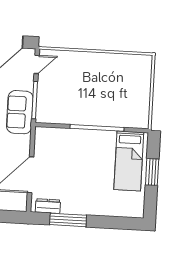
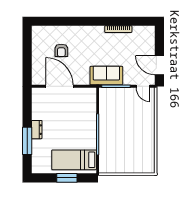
dresser: (48, 206) -> (37, 130), moved
window: (68, 220) -> (27, 141), moved

